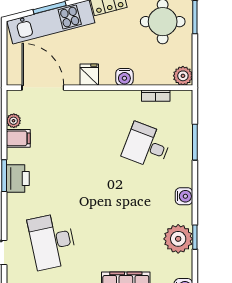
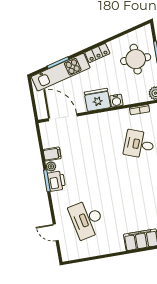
fridge: (89, 75) -> (97, 100), width x1.88, depth x1.34
plant: (14, 121) -> (51, 166), moved

